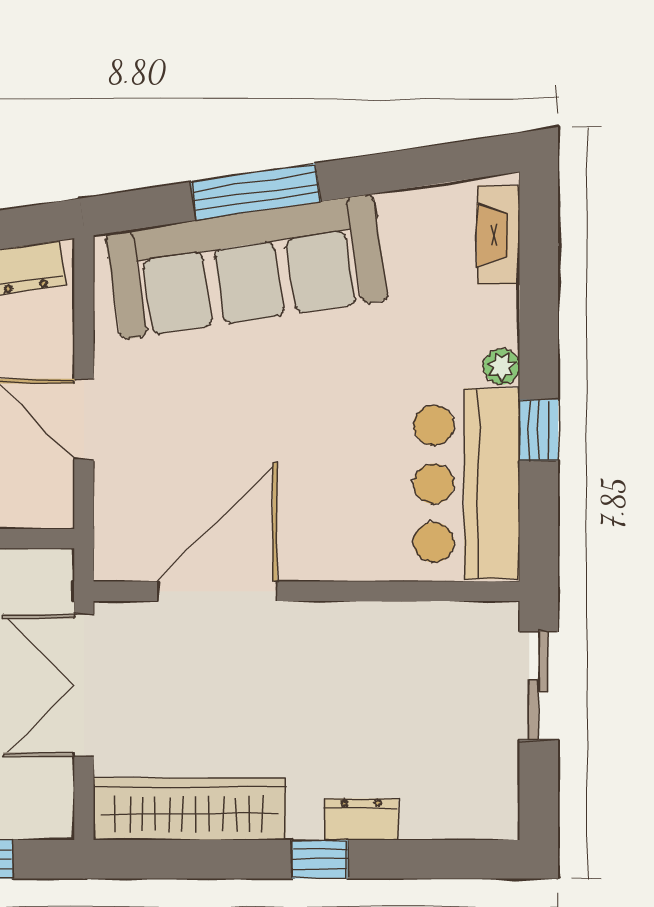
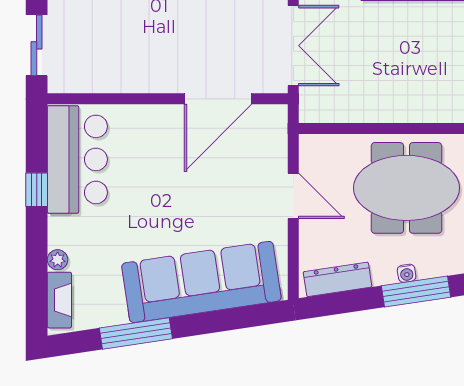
window: (256, 192) -> (136, 333), moved
plant: (502, 367) -> (58, 260), moved

